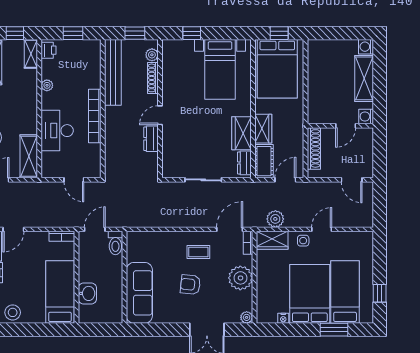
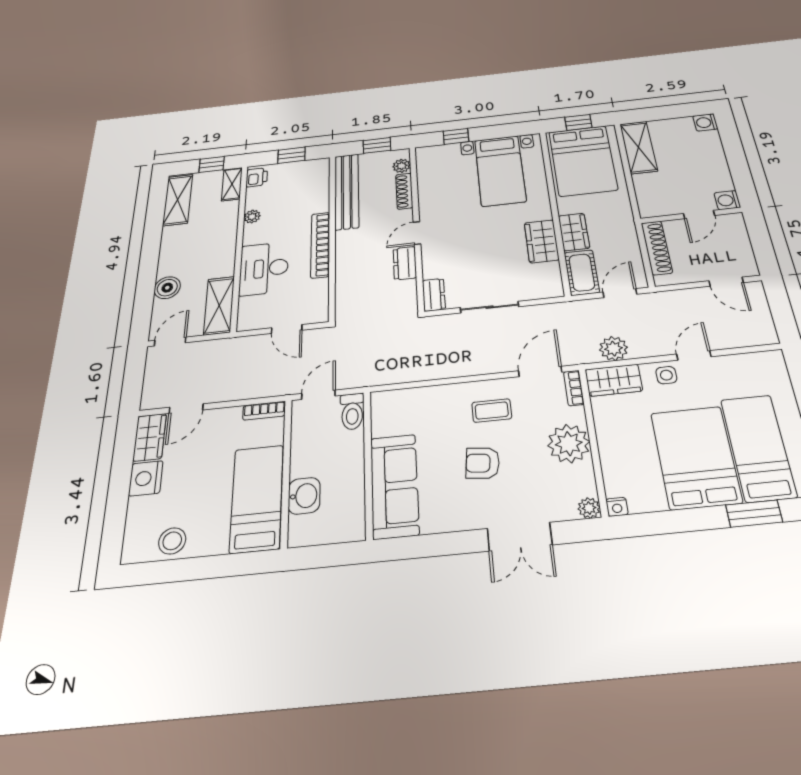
shelving: (364, 78) -> (638, 147), moved
dresser: (244, 163) -> (434, 295), moved, turned 180
nightstand: (283, 318) -> (617, 507), moved

